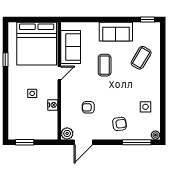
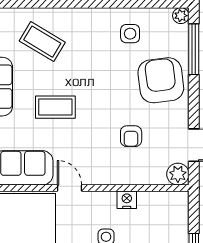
armchair: (119, 124) -> (161, 80), width x1.88, depth x1.88

